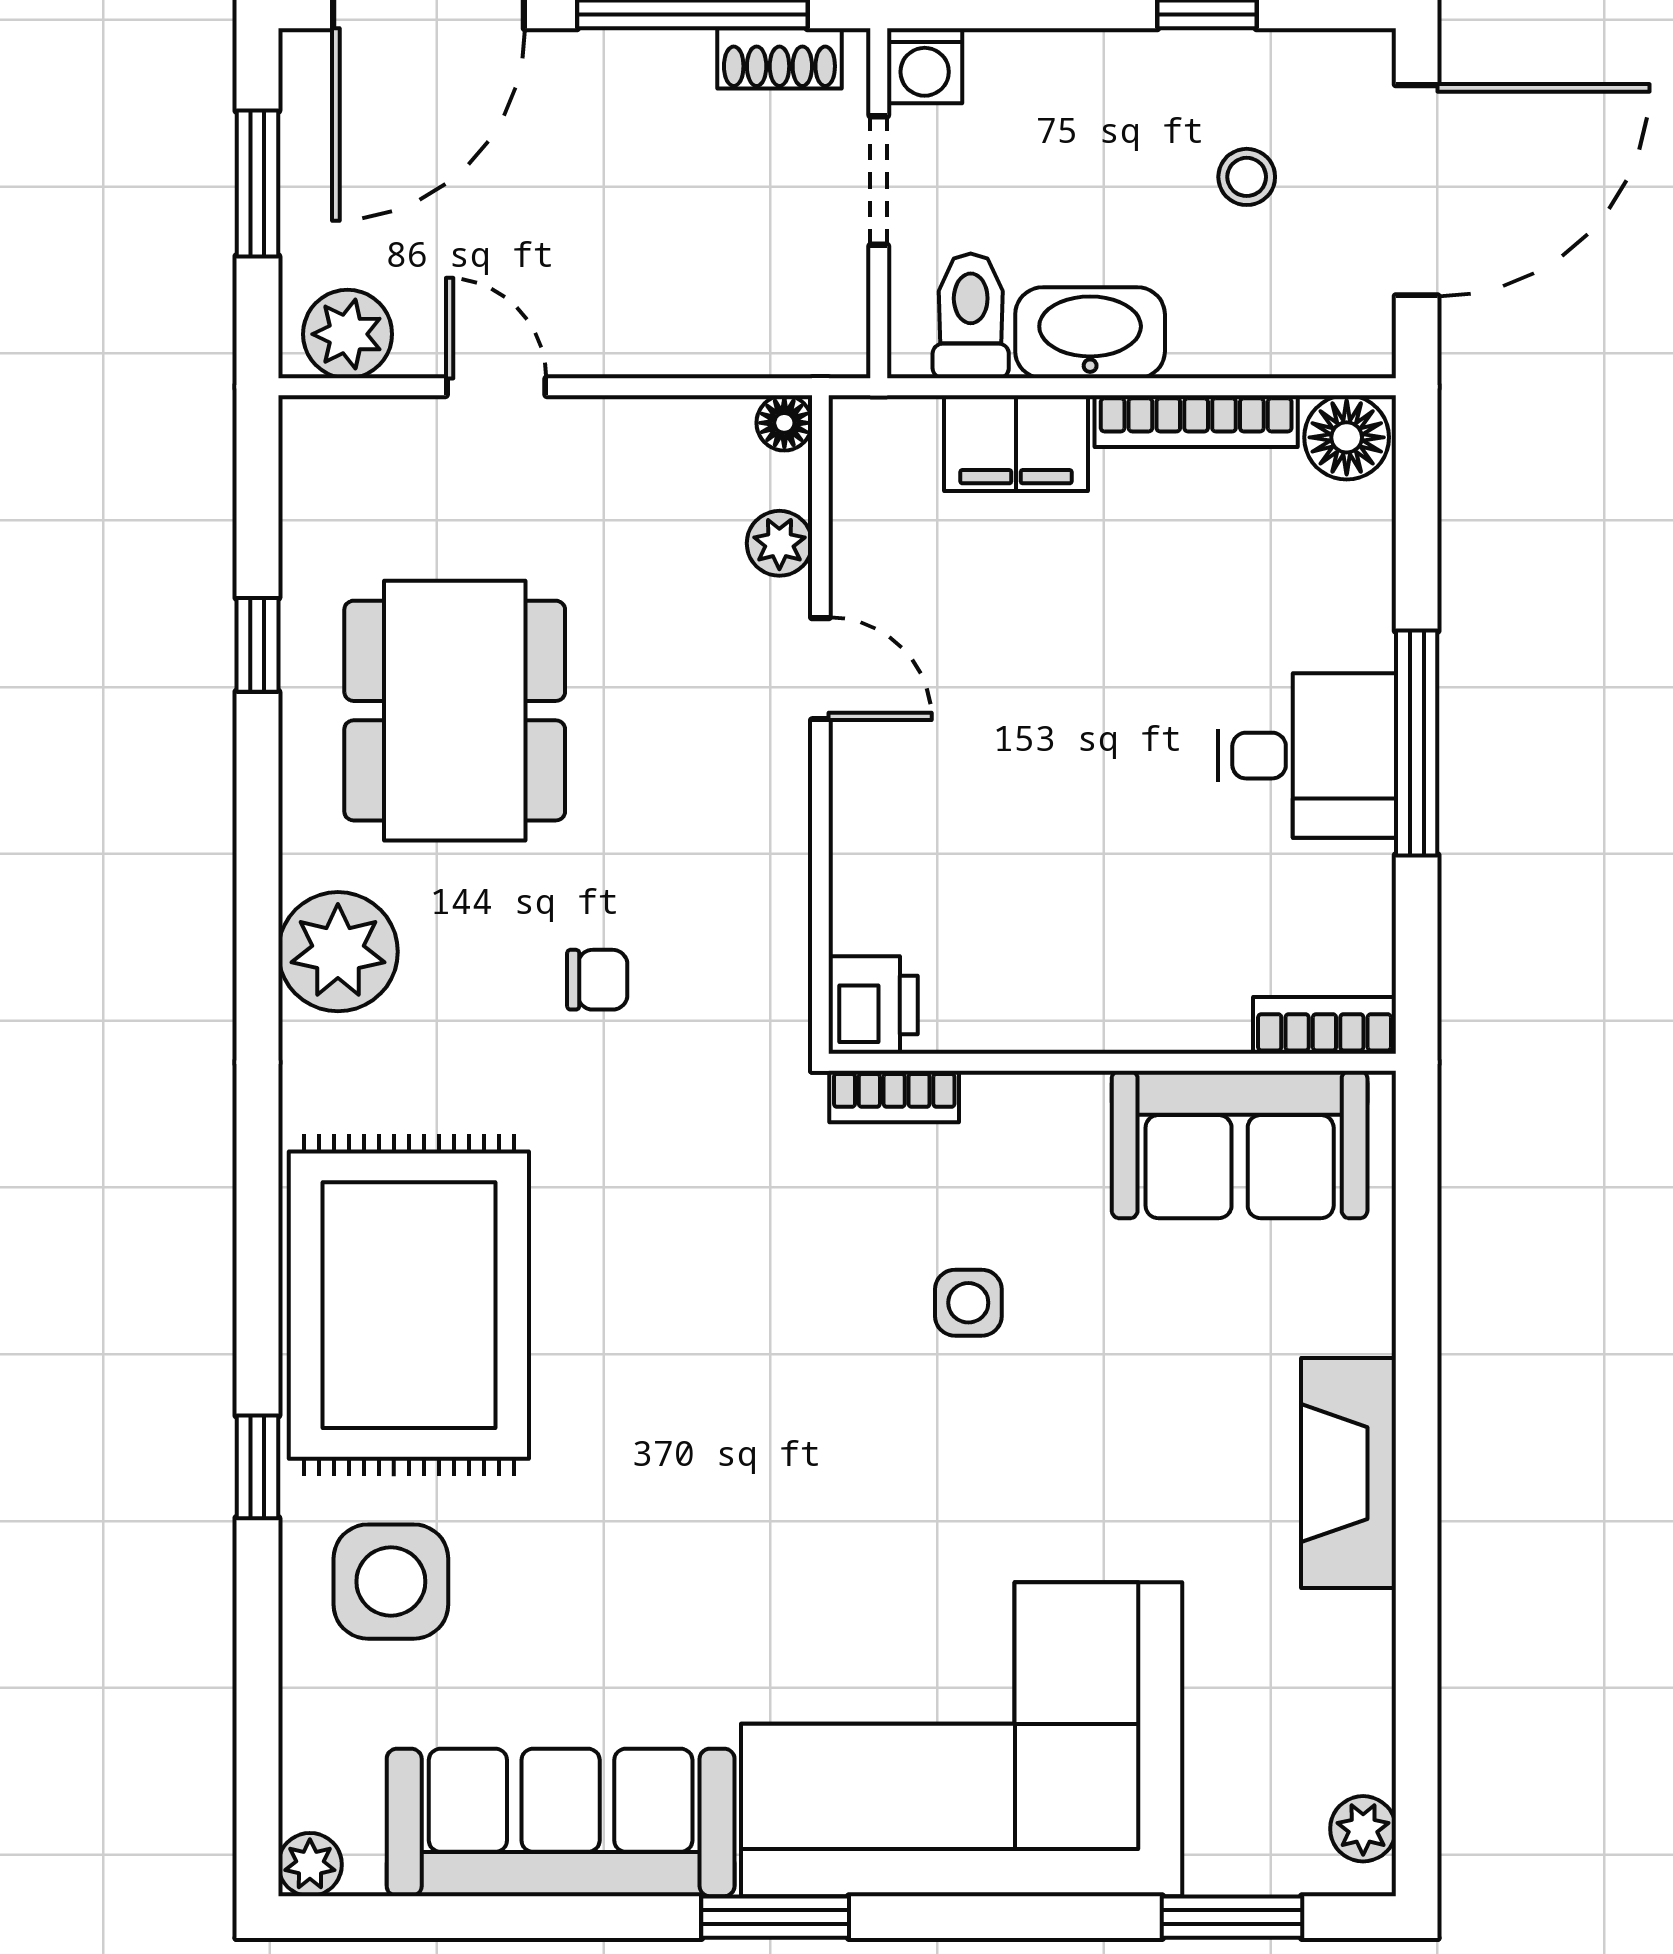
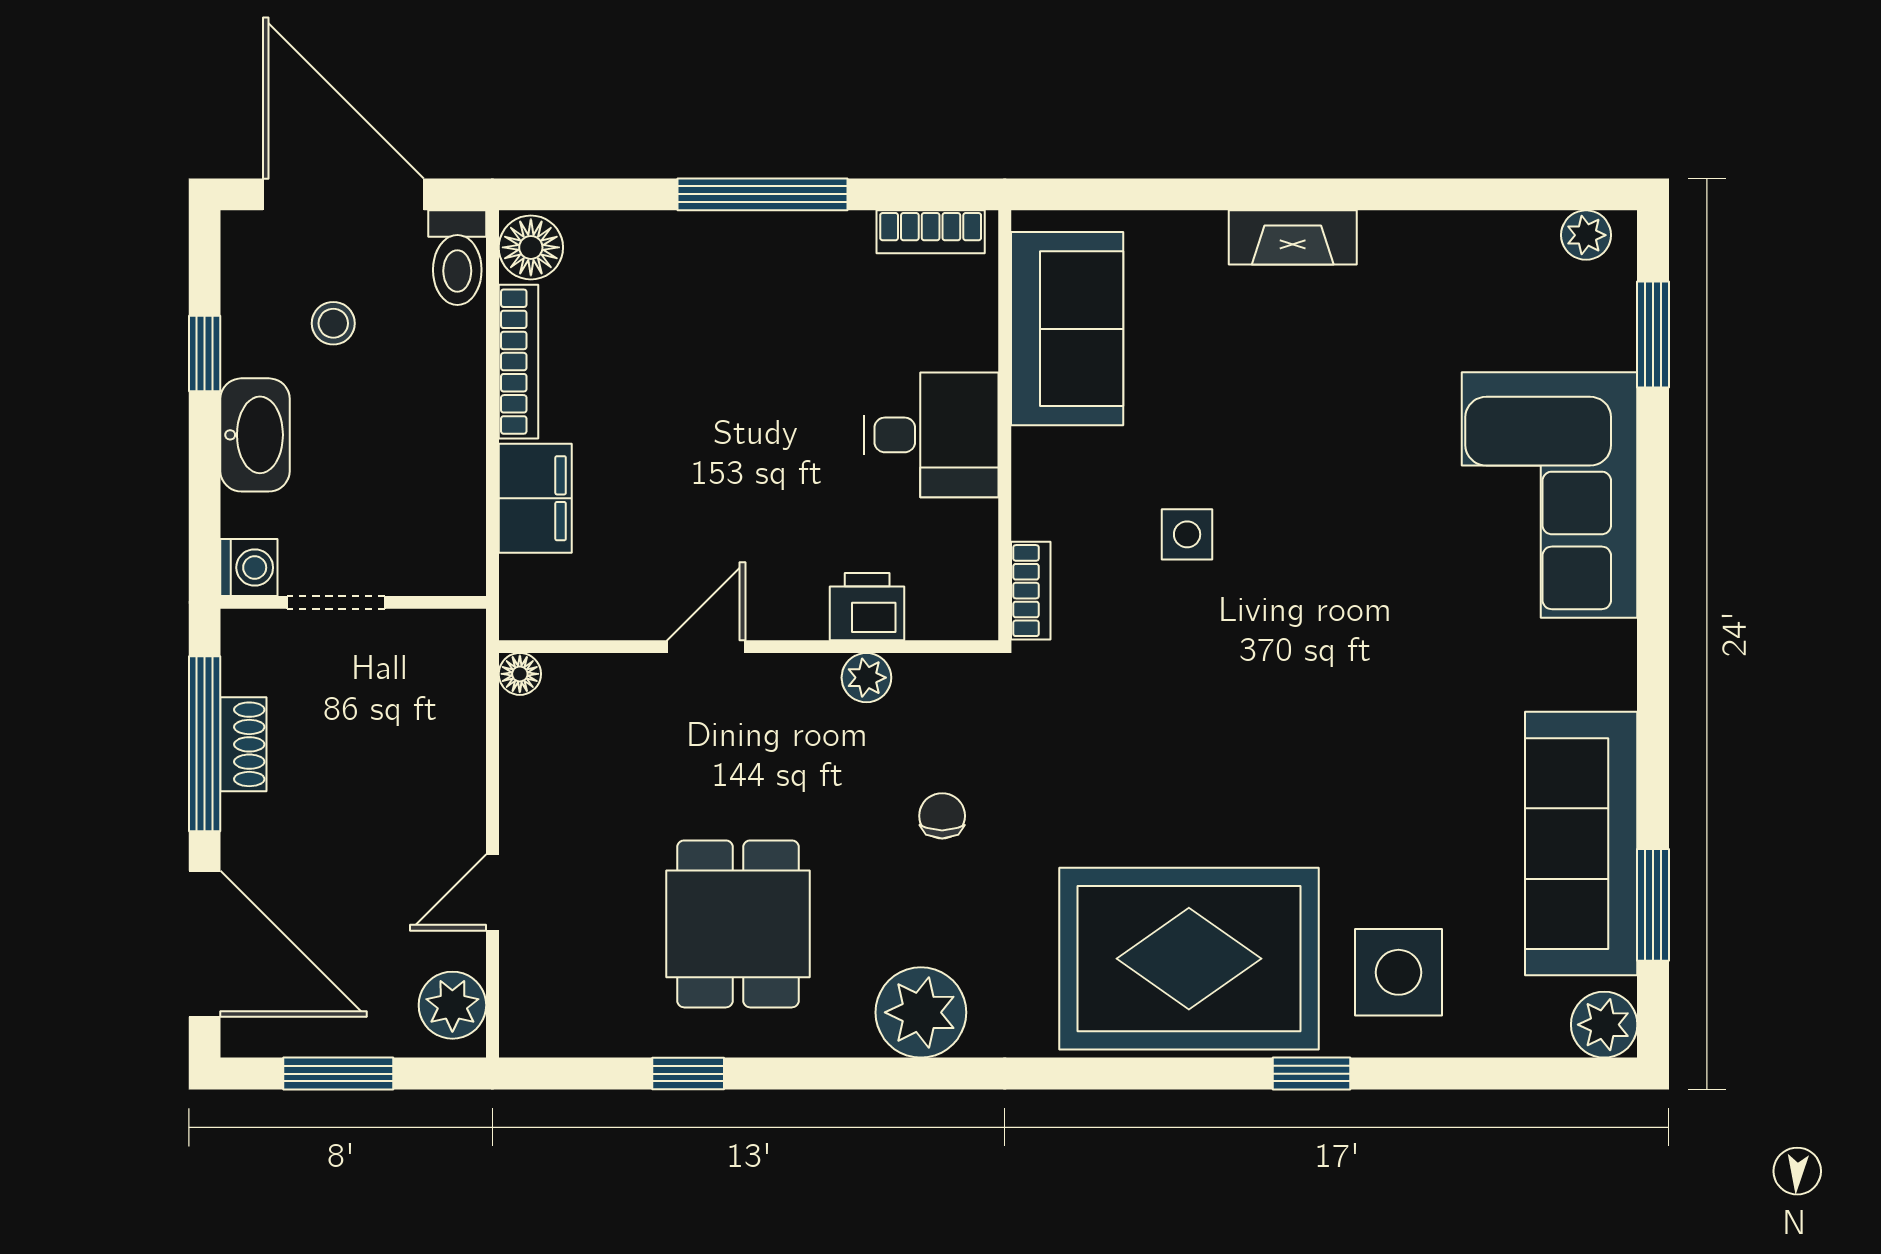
shoe rack: (779, 58) -> (243, 744), moved
toilet: (971, 316) -> (457, 258), moved, turned -90
washbasin: (1090, 333) -> (255, 435), moved, turned 180
plant: (779, 543) -> (866, 678), moved
dining table: (455, 711) -> (738, 924), width x0.73
desk: (1307, 756) -> (931, 435), moved, turned 90
printer: (873, 1005) -> (867, 607), moved
bookcase: (1324, 1025) -> (931, 232), moved, turned -90
fireplace: (1348, 1473) -> (1293, 237), width x0.73, depth x0.76
corner sofa: (962, 1739) -> (1550, 495), width x0.73, depth x0.74
plant: (310, 1865) -> (1604, 1025), width x1.38, depth x1.38
window: (775, 1917) -> (1653, 905), moved

